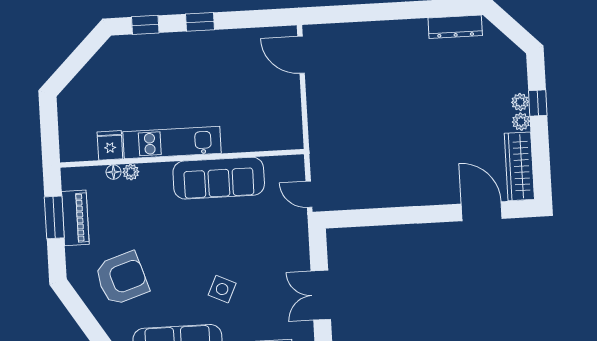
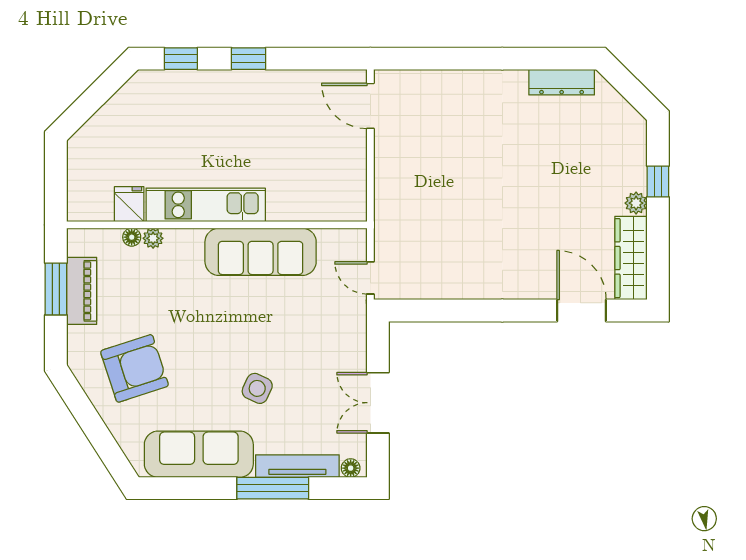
plant: (520, 102) -> (636, 179), removed

